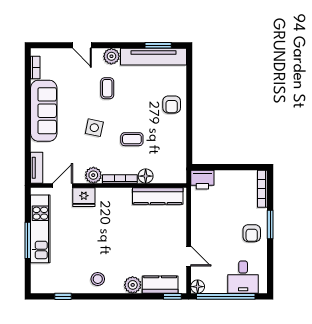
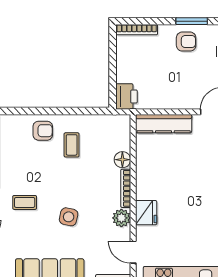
coffee table: (132, 139) -> (72, 145), moved
kitchen counter: (158, 196) -> (164, 124), moved, turned 90
fridge: (84, 197) -> (146, 213), moved
window: (270, 225) -> (192, 21), moved

